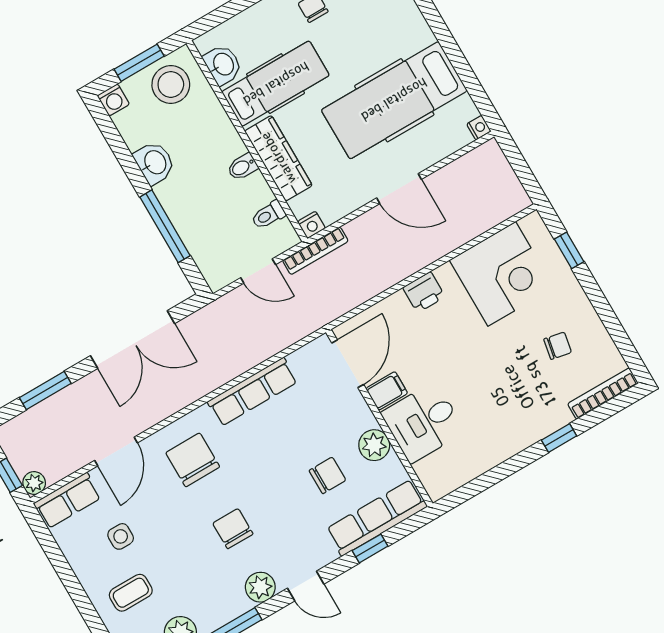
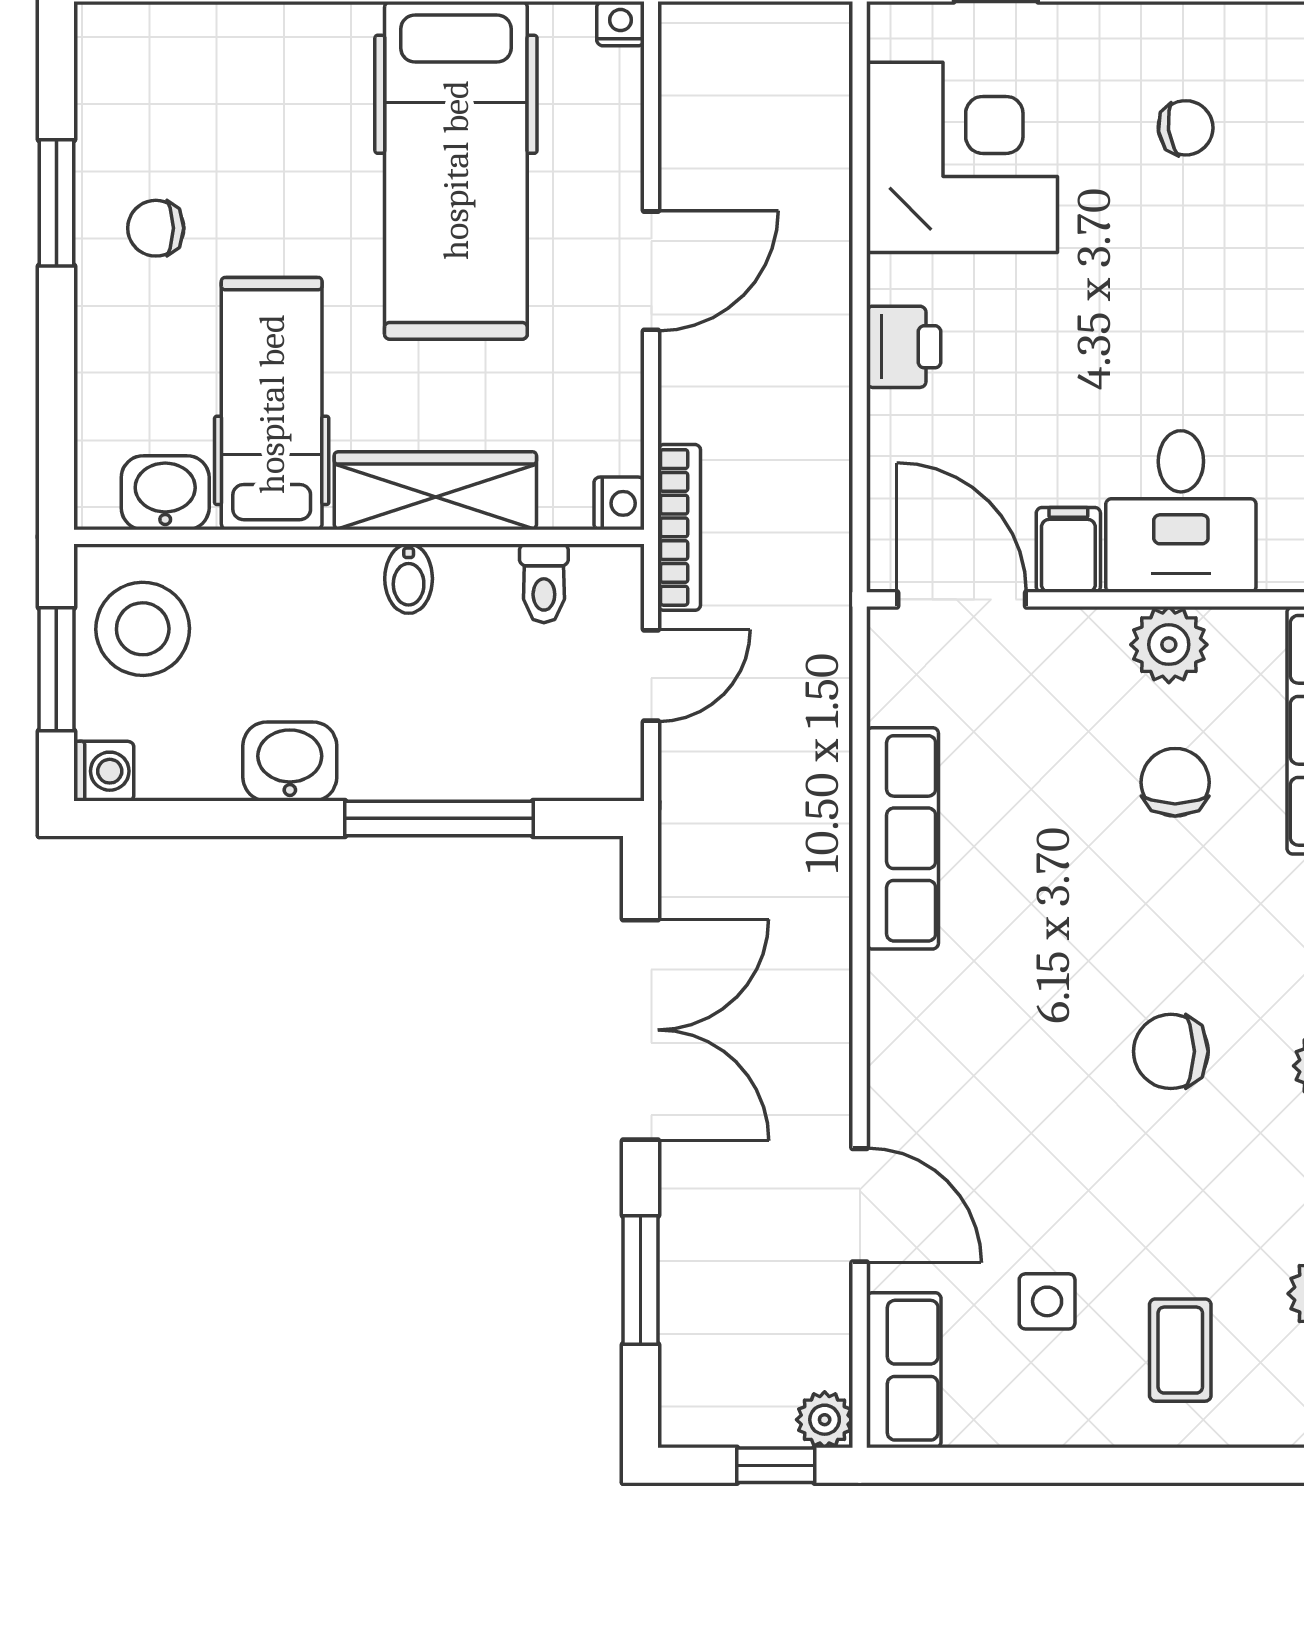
chair: (558, 346) -> (1186, 128), turned 71
chair: (193, 460) -> (973, 1051), removed

